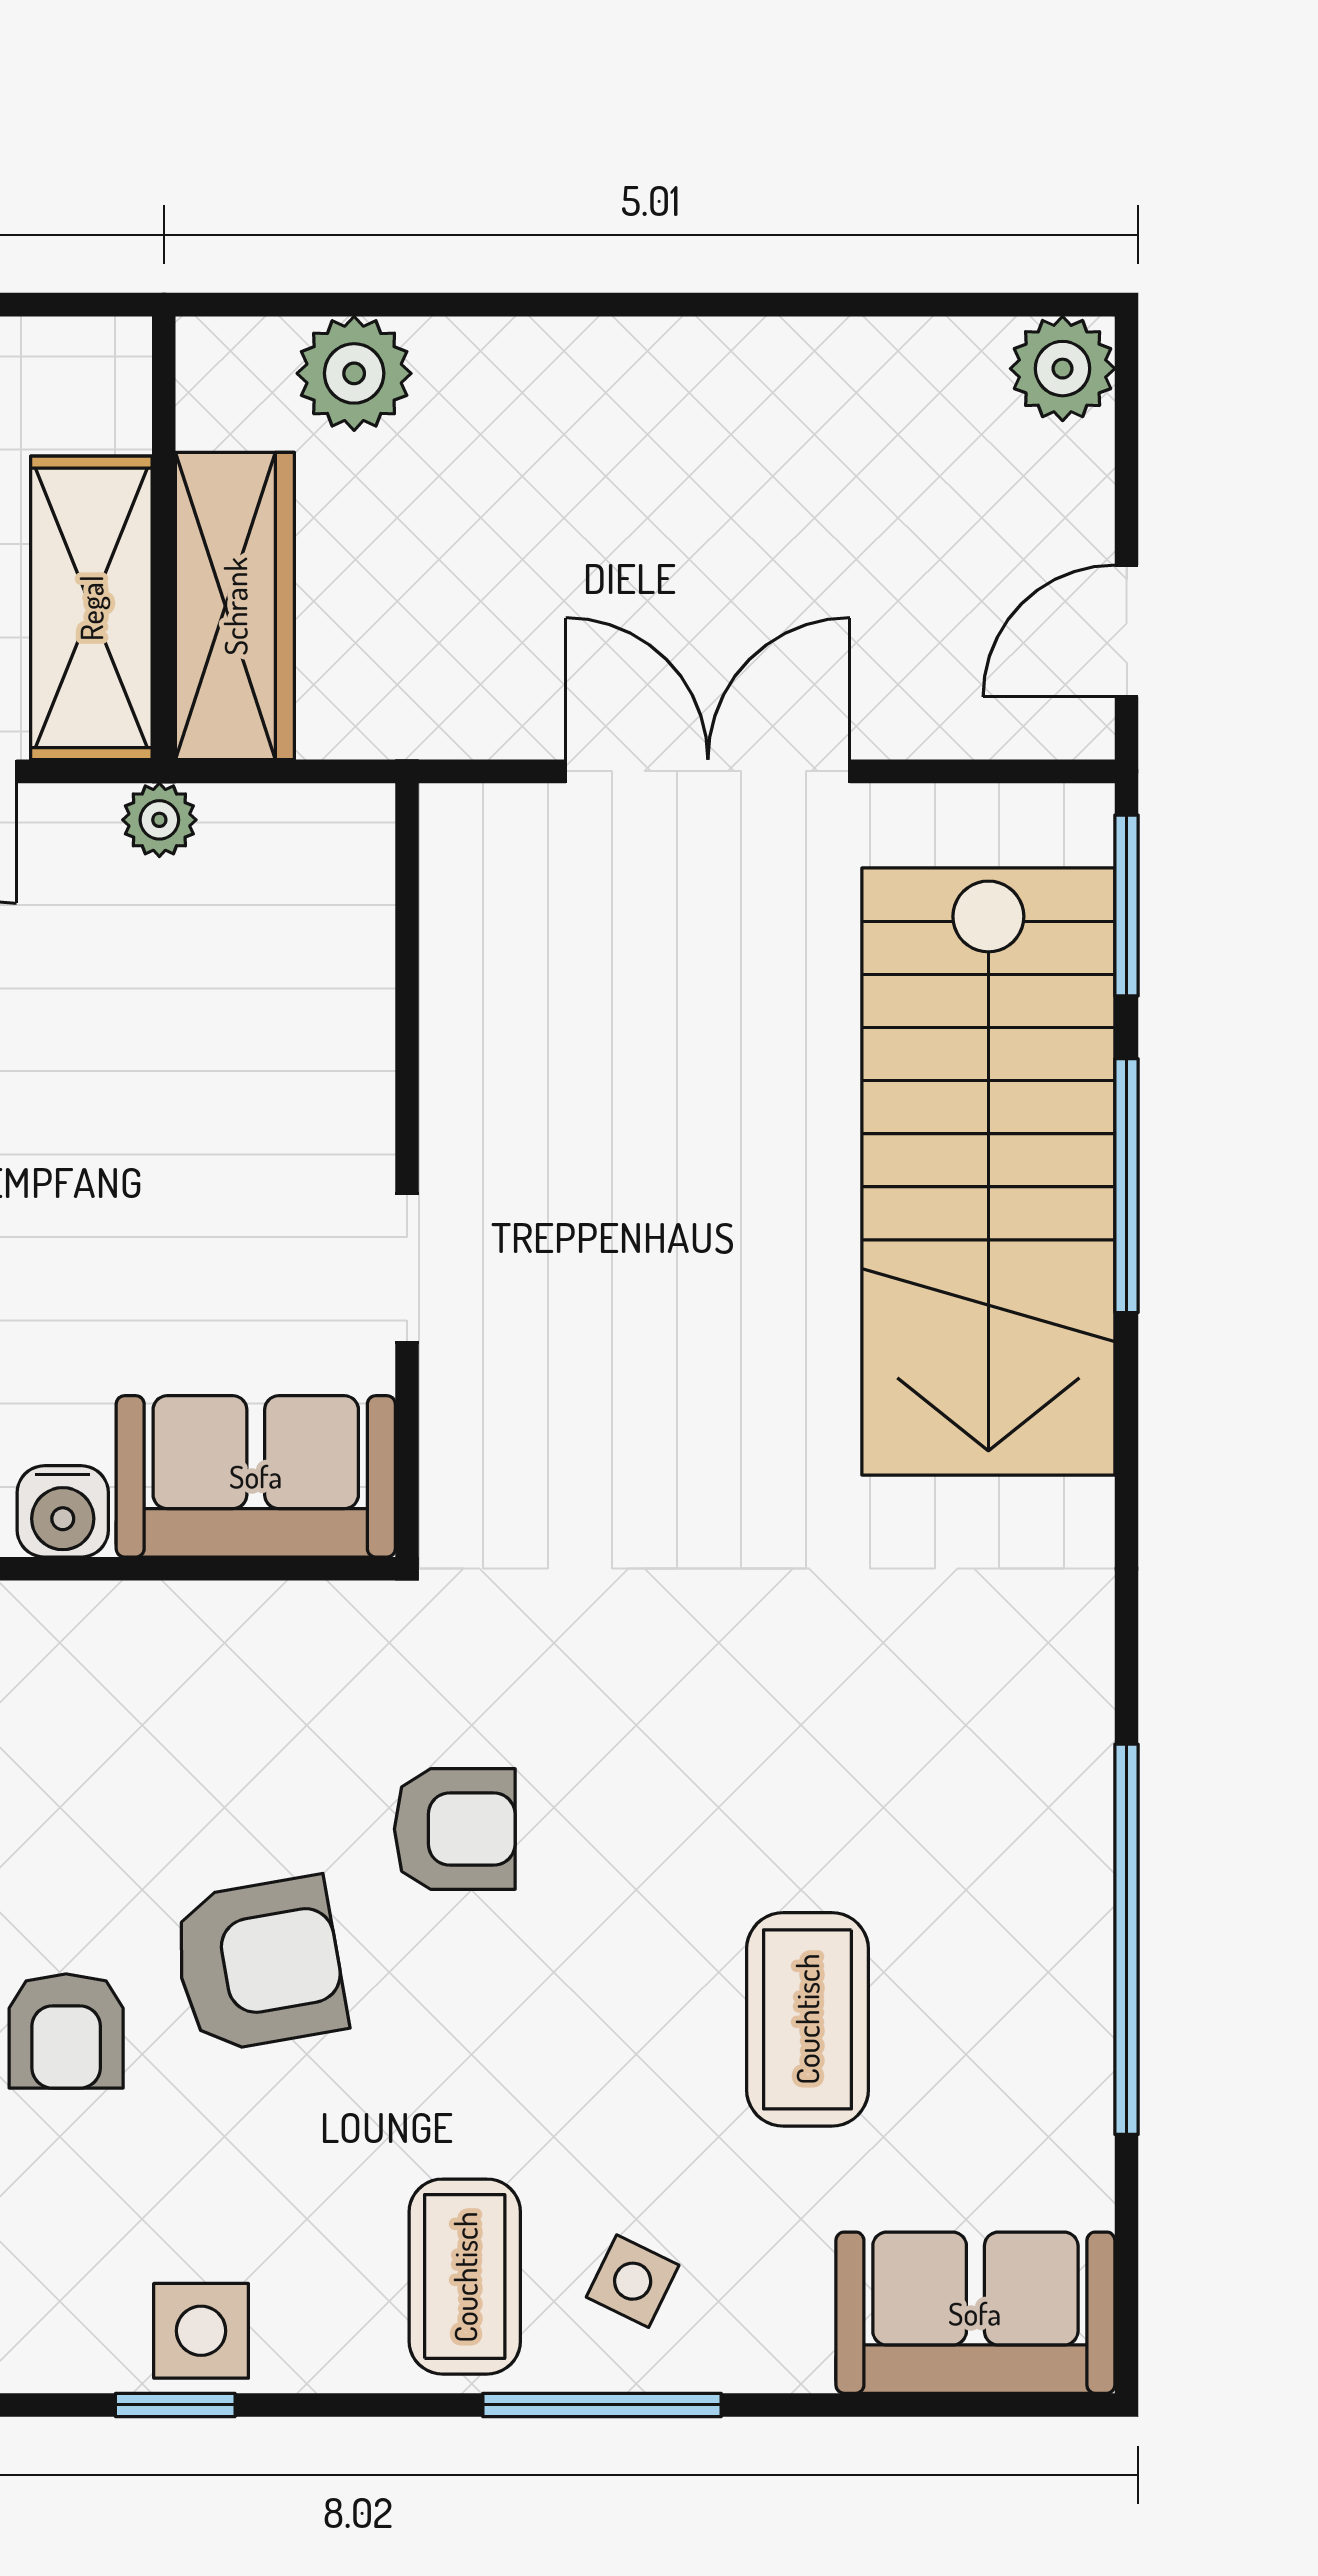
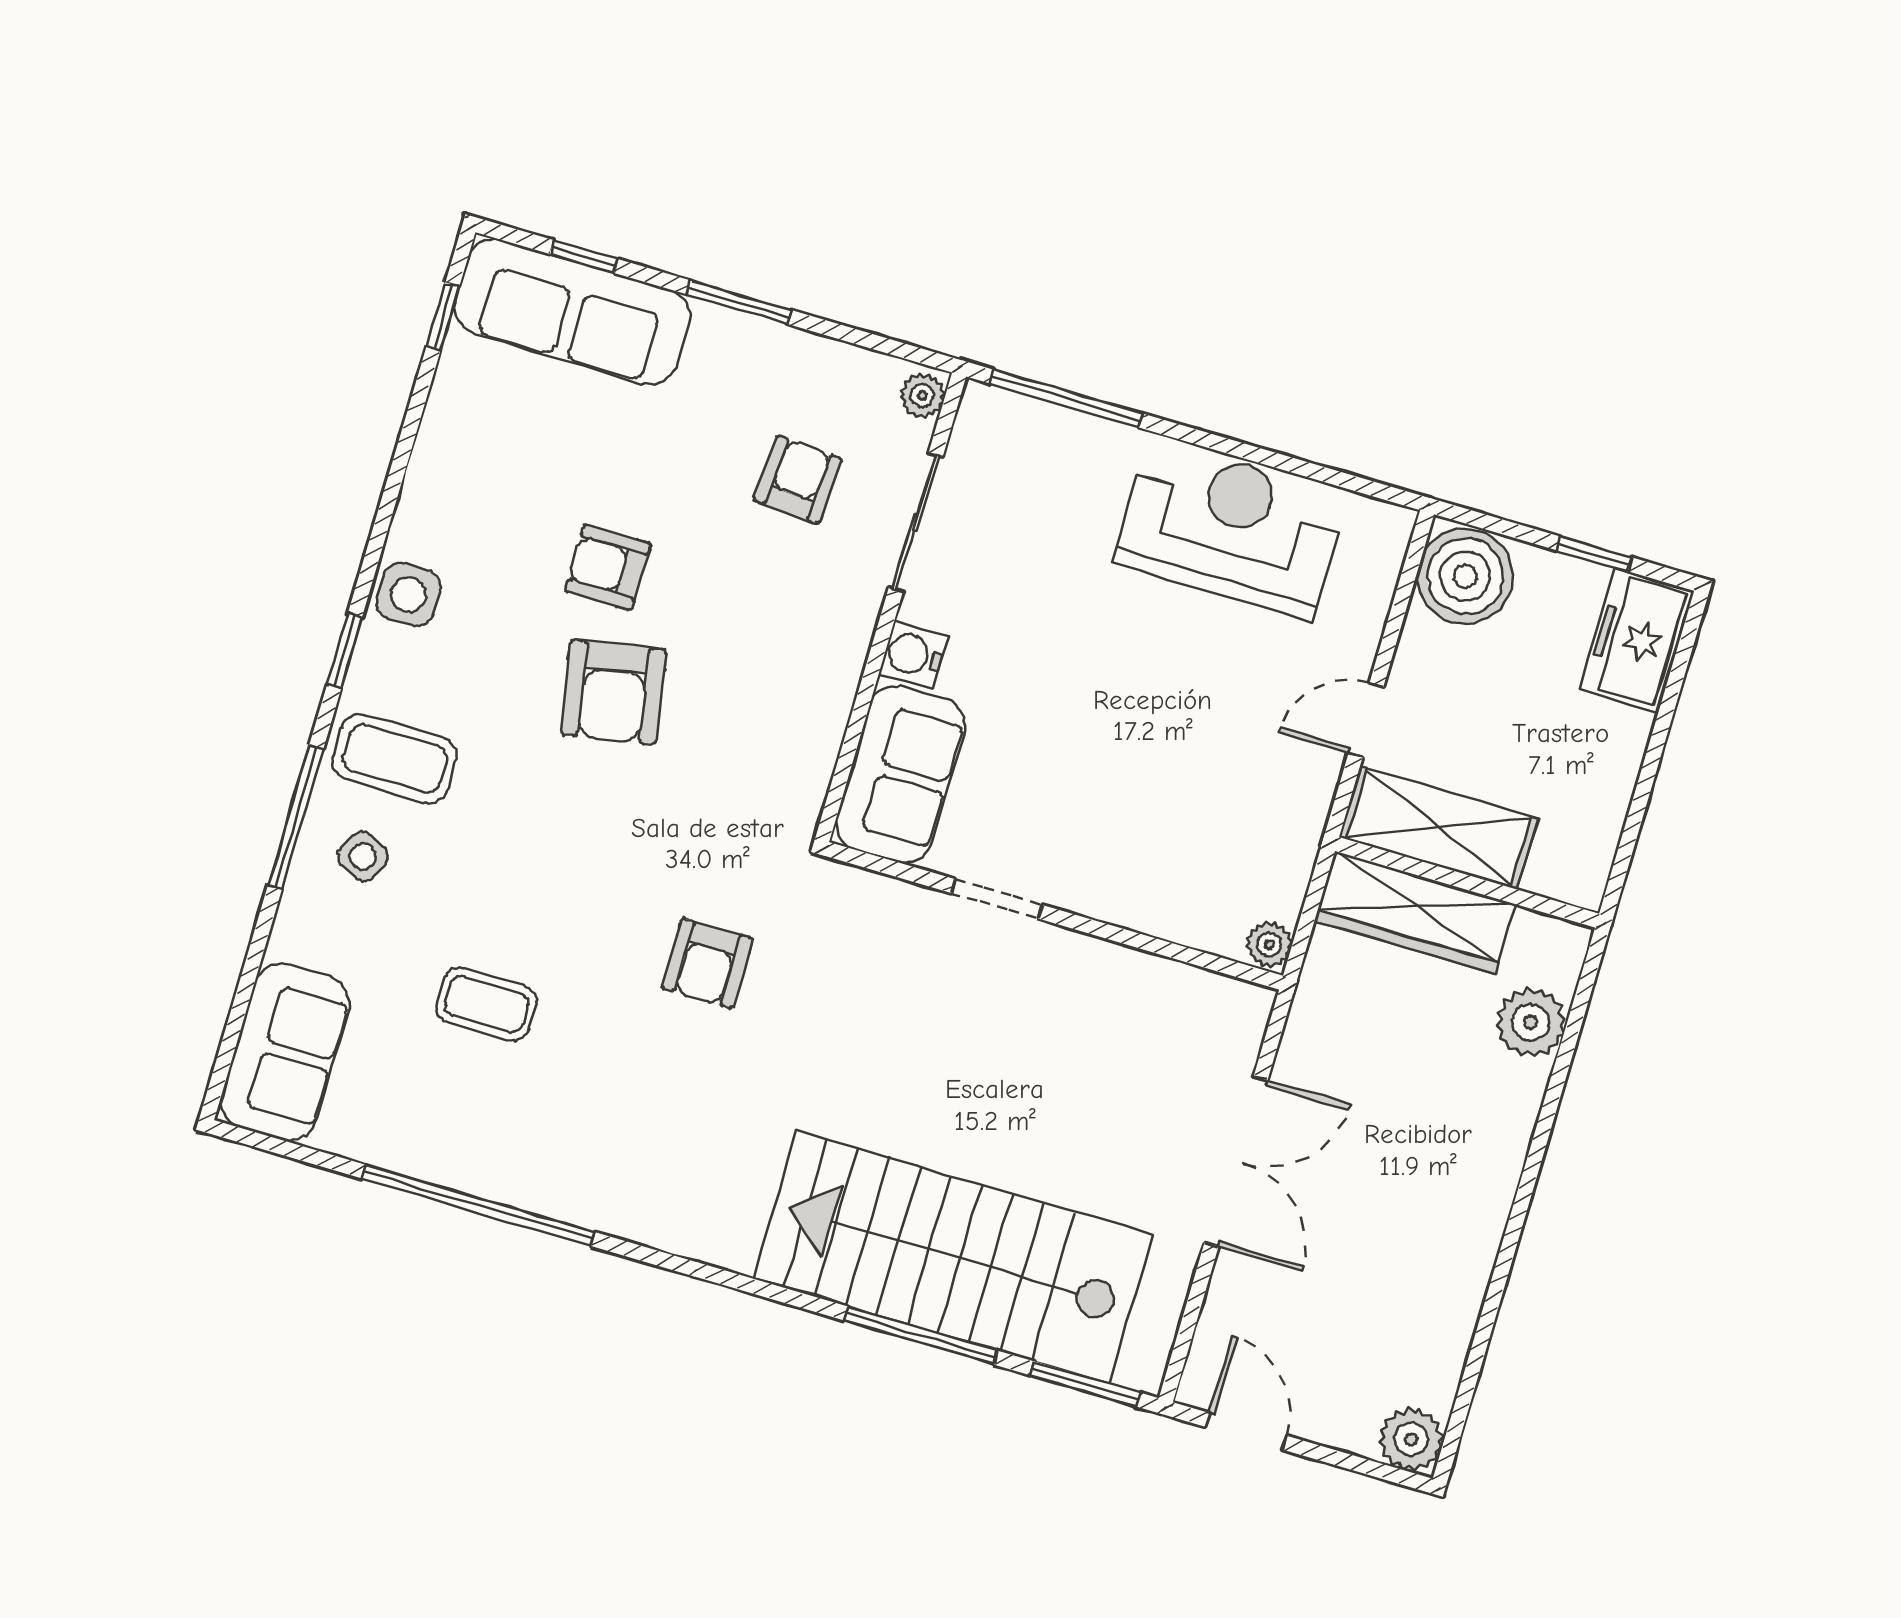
plant: (159, 820) -> (1269, 944), moved
armchair: (455, 1829) -> (707, 963), moved
coffee table: (807, 2019) -> (486, 1004), width x0.73, depth x0.77
window: (175, 2405) -> (345, 651), moved

